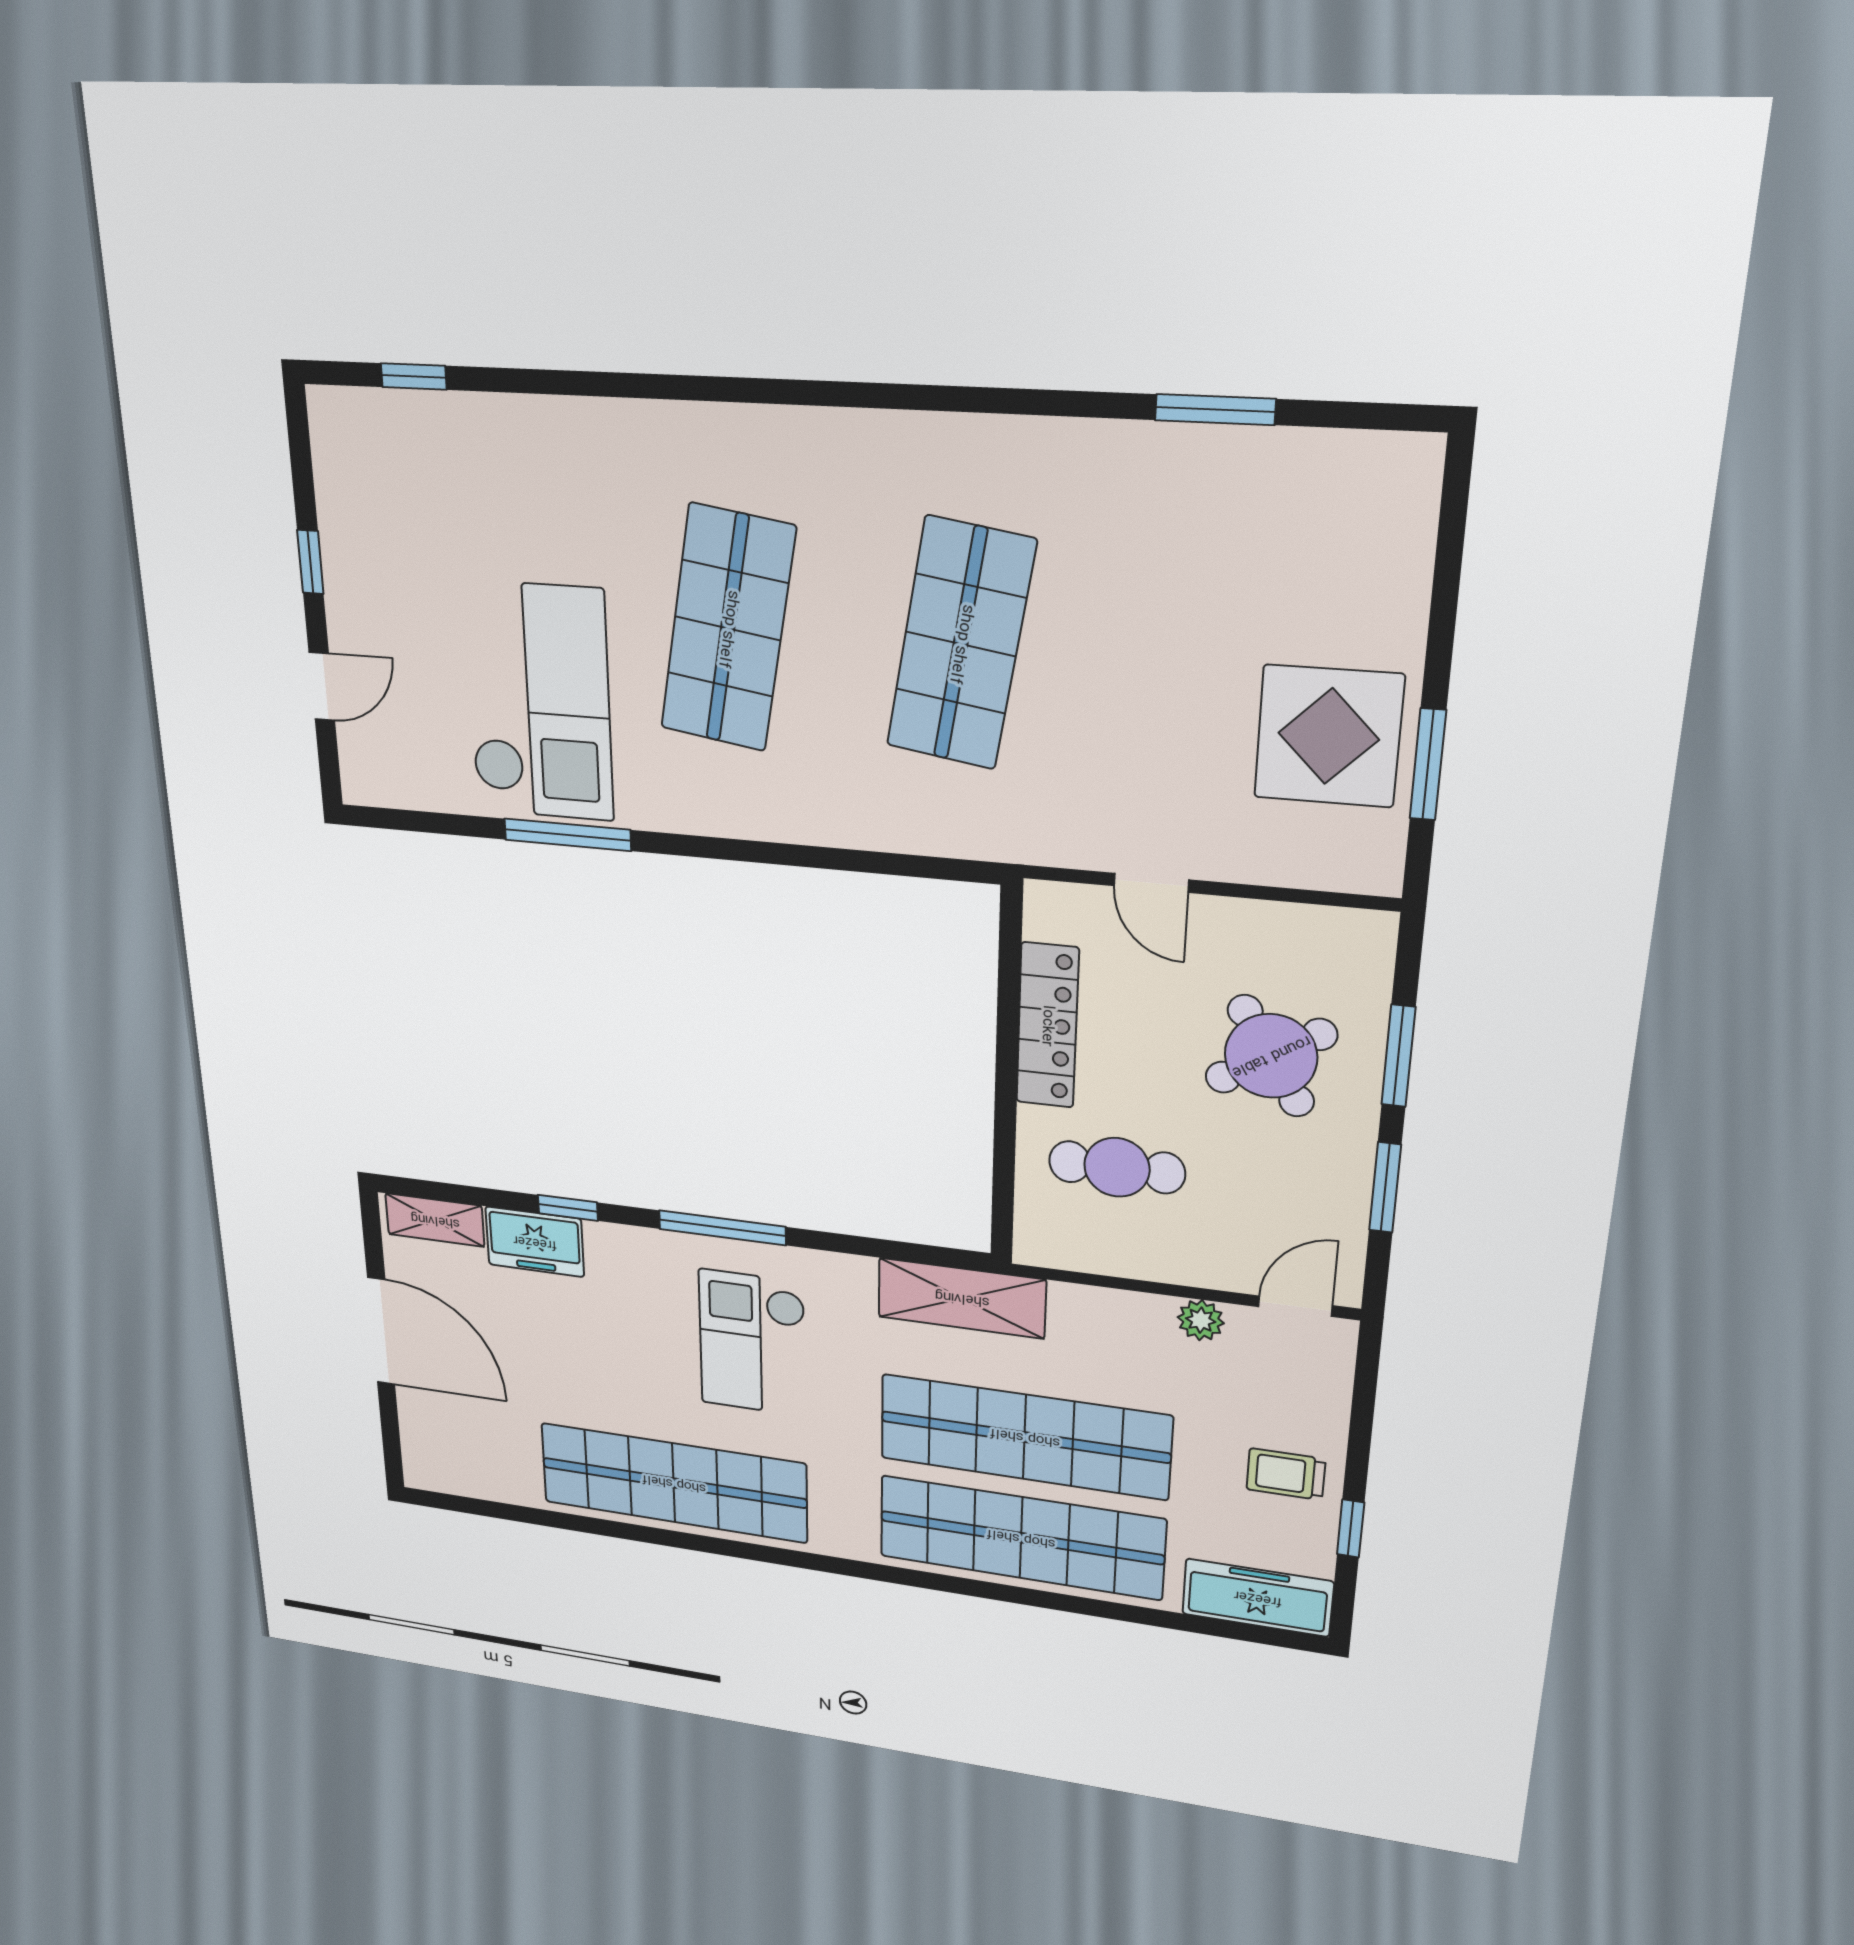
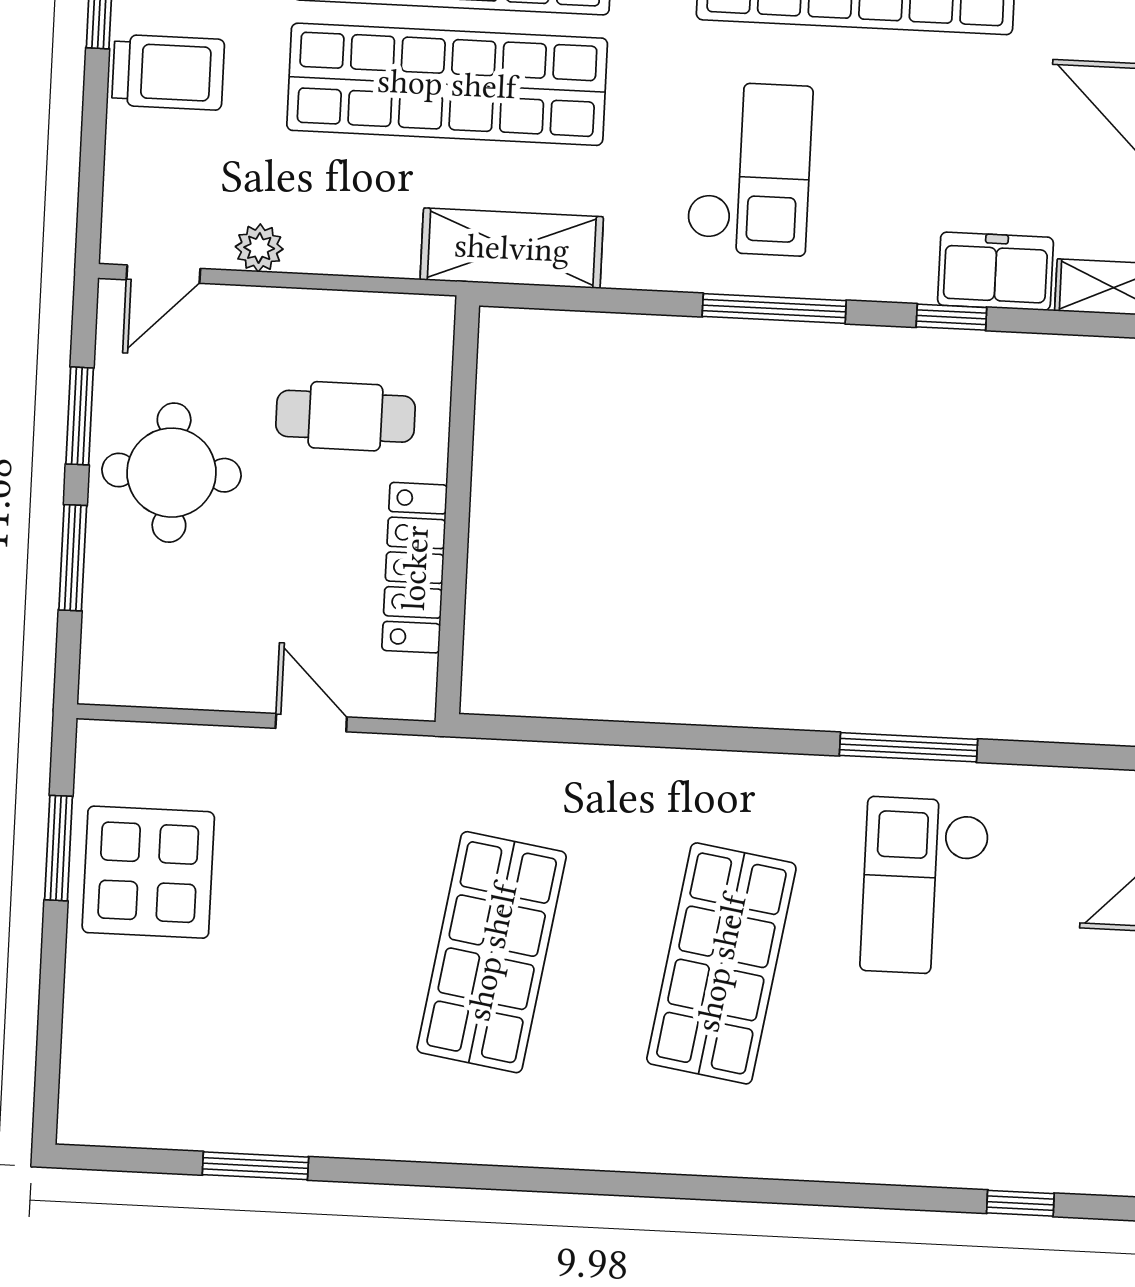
checkout: (539, 702) -> (925, 886), width x0.73, depth x0.83
round table: (1271, 1056) -> (171, 473), moved, turned 32
trolley: (1286, 1474) -> (168, 72), width x1.36, depth x1.39

